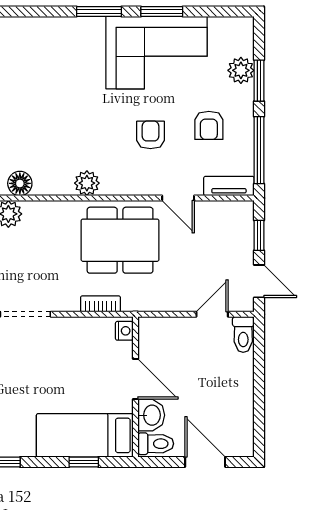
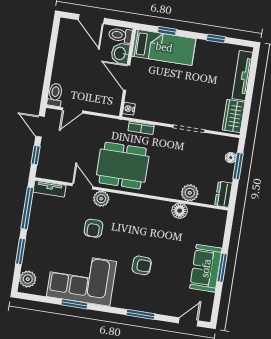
window: (99, 12) -> (140, 314), moved
plant: (241, 70) -> (28, 279), moved
armchair: (209, 125) -> (142, 265), moved, turned 92
plant: (87, 183) -> (101, 199), moved

